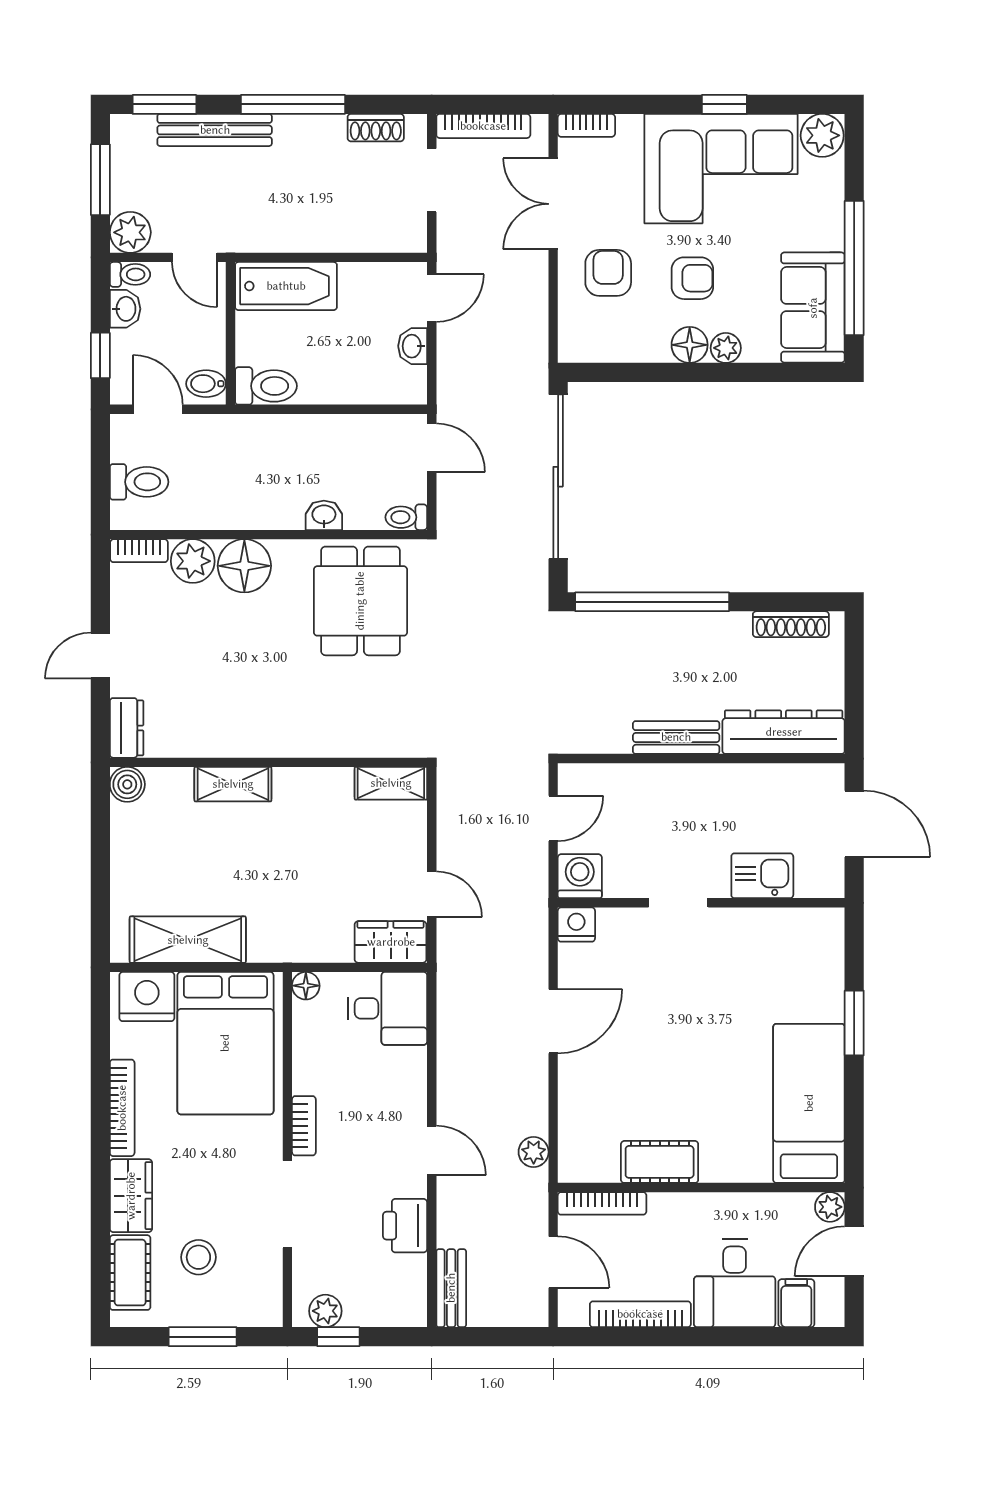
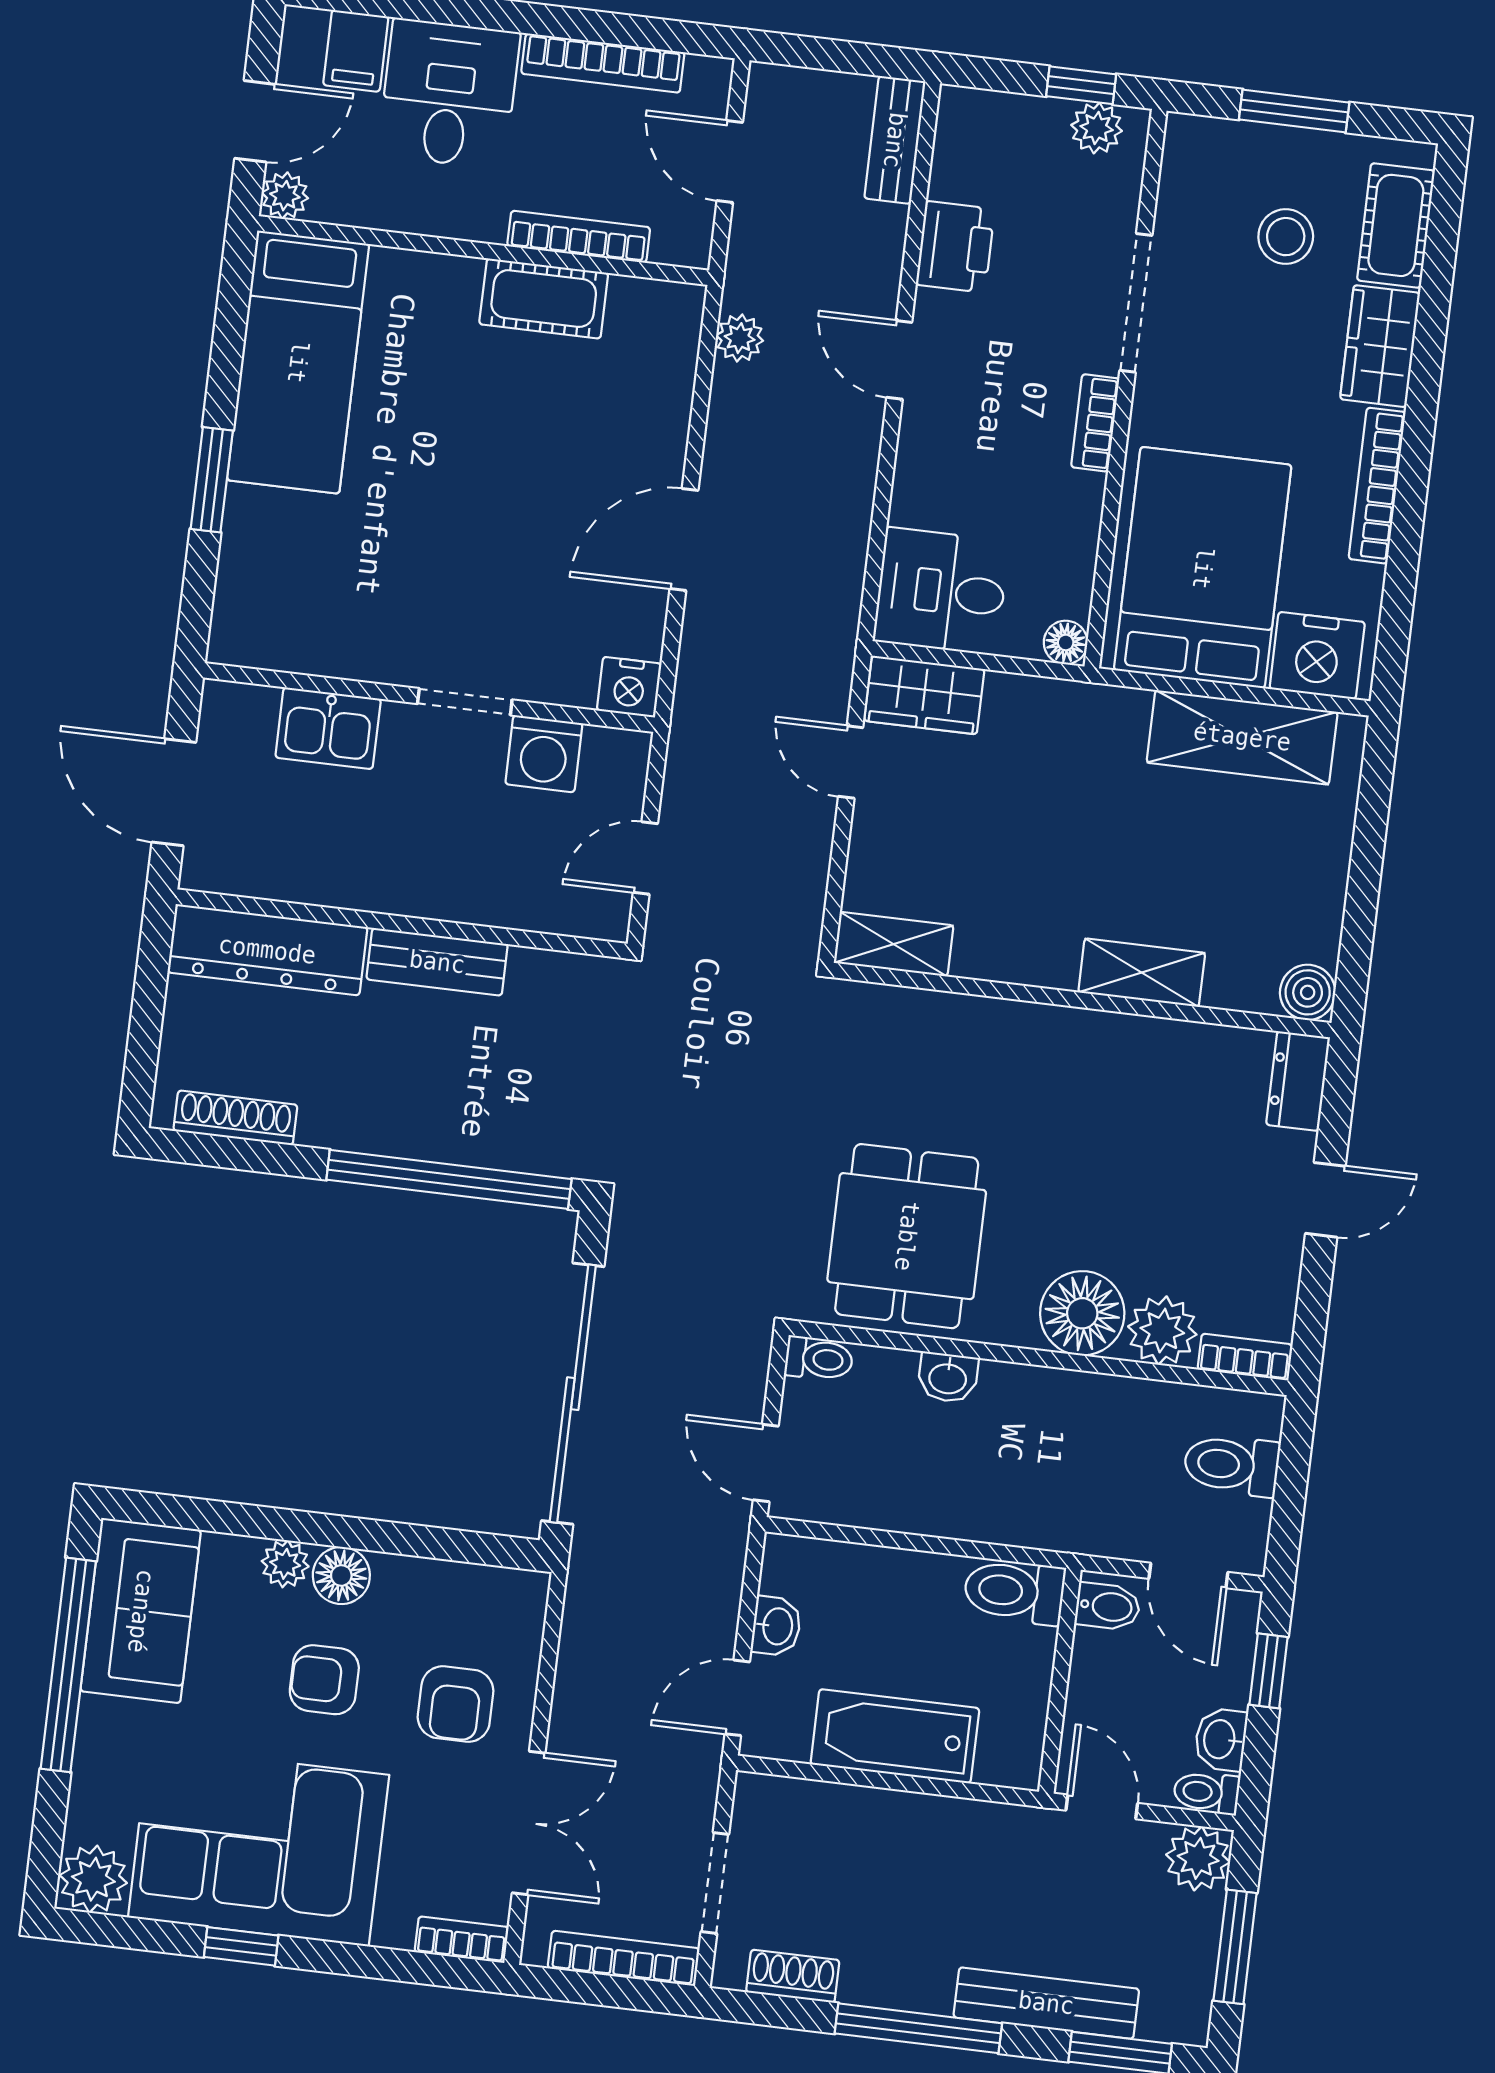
bathtub: (286, 286) -> (895, 1736), moved
washing machine: (580, 876) -> (544, 754), moved
bookcase: (602, 1203) -> (579, 237), moved

